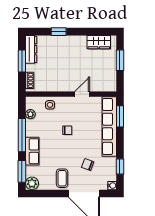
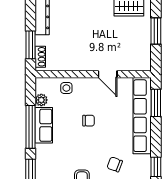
window: (22, 61) -> (30, 45), moved
door: (82, 94) -> (108, 74), swing flipped
row of seats: (32, 151) -> (44, 125), moved

